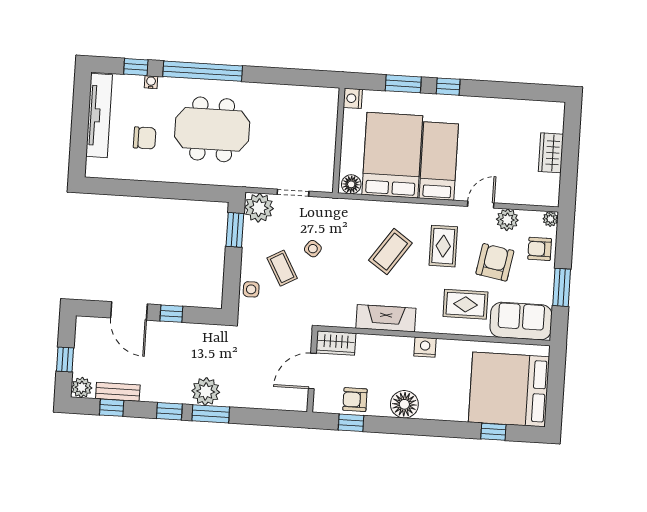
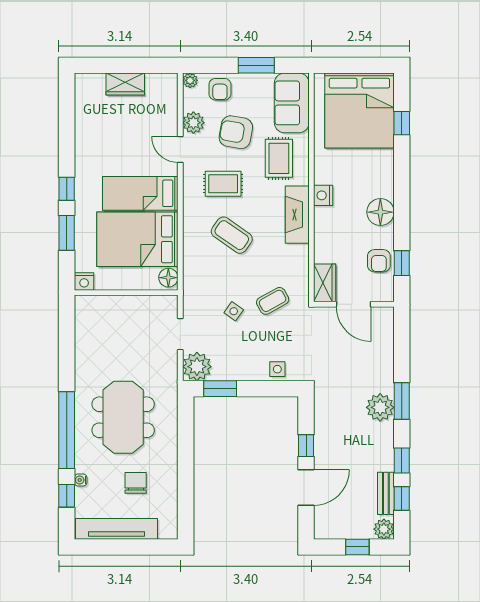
coffee table: (282, 268) -> (273, 301), moved
fireplace: (386, 318) -> (297, 215), moved
window: (169, 411) -> (402, 460), moved

